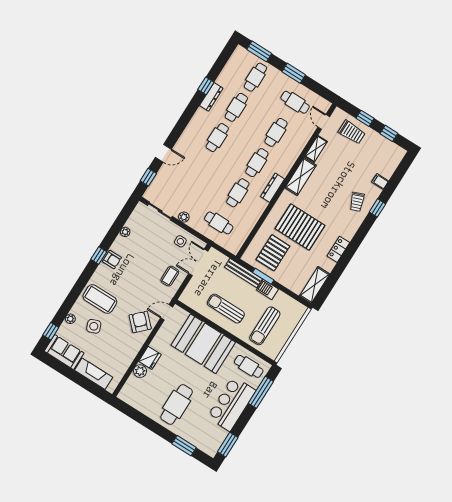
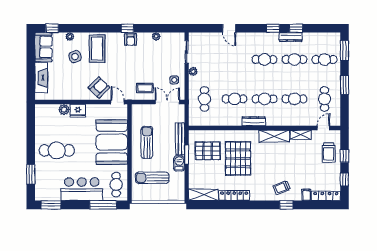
locker: (394, 163) -> (326, 196), added
window: (148, 177) -> (273, 28), moved
locker: (338, 249) -> (234, 196), width x1.53

